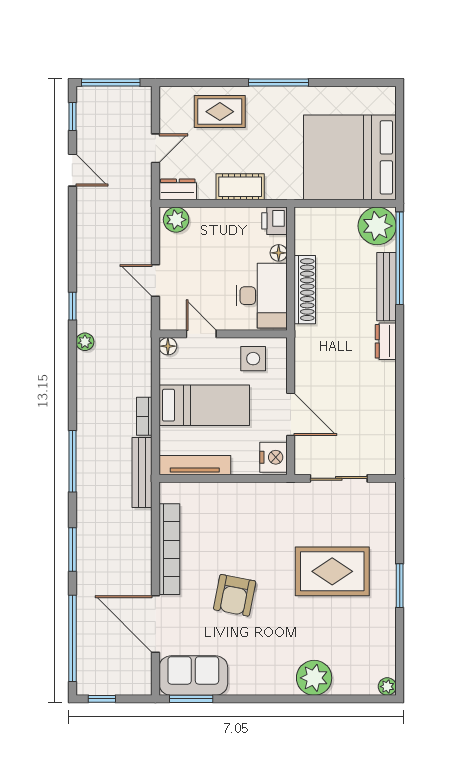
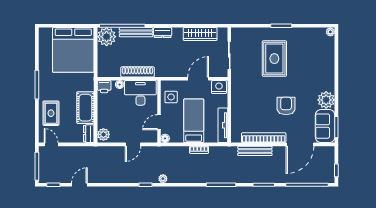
door: (155, 148) -> (51, 144), moved
cot: (240, 187) -> (85, 108), width x1.37, depth x1.34
wardrobe: (383, 418) -> (200, 34), added
bench: (142, 472) -> (255, 151), moved
armchair: (235, 595) -> (286, 106), turned -101
plant: (314, 678) -> (326, 100), moved

